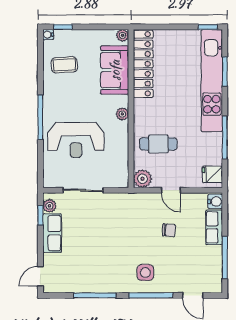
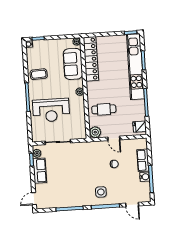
coffee table: (64, 65) -> (39, 74), moved
water cooler: (215, 201) -> (145, 177), moved

